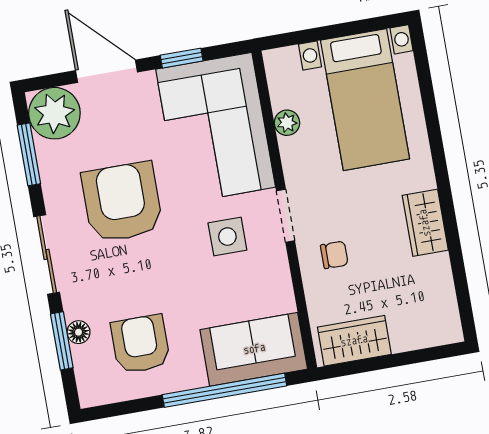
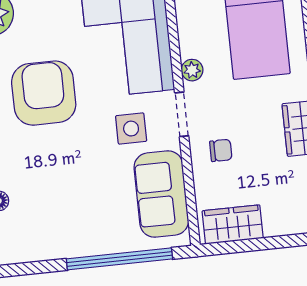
plant: (287, 123) -> (192, 70), moved
armchair: (140, 344) -> (51, 215), removed
sofa: (254, 349) -> (161, 194), moved, turned -90

